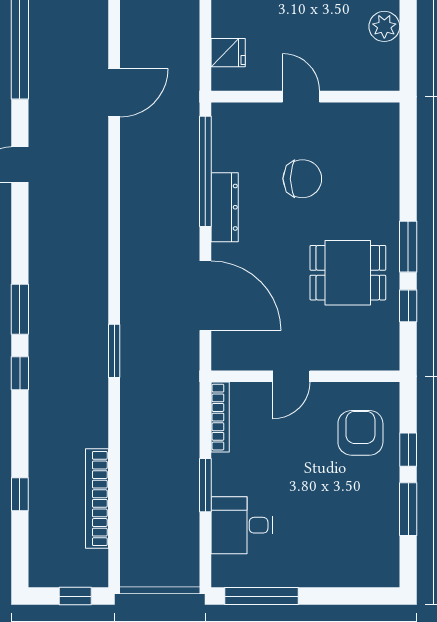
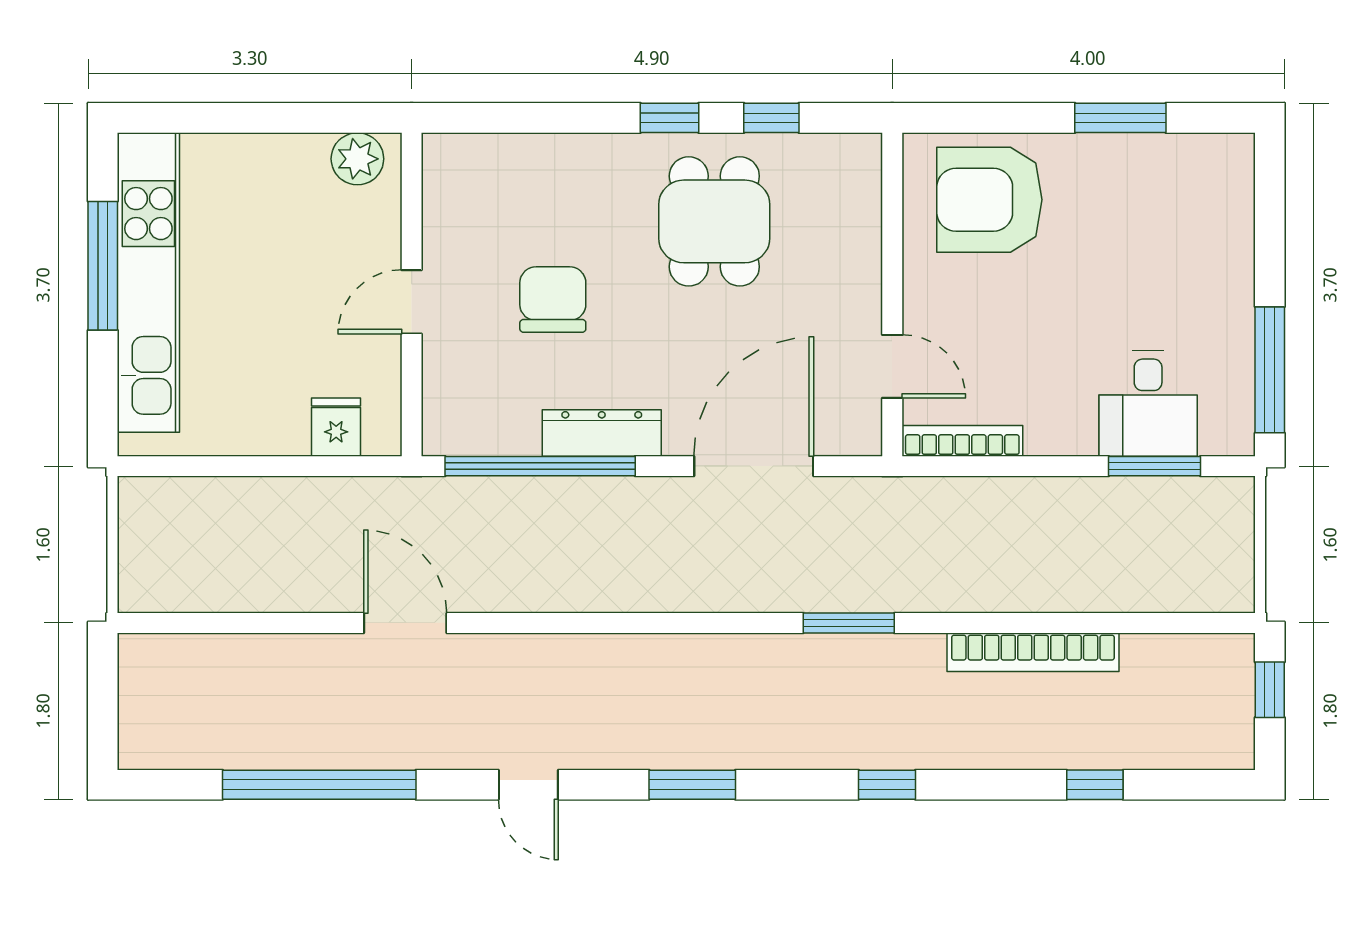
plant: (384, 26) -> (357, 159), moved
window: (408, 247) -> (670, 118), width x0.67
window: (20, 309) -> (692, 785), moved
door: (291, 376) -> (892, 366), moved
armchair: (360, 433) -> (989, 200), width x1.36, depth x1.36
window: (408, 450) -> (1018, 118), removed
window: (205, 485) -> (1154, 466), moved
bookcase: (97, 499) -> (1033, 652), moved

